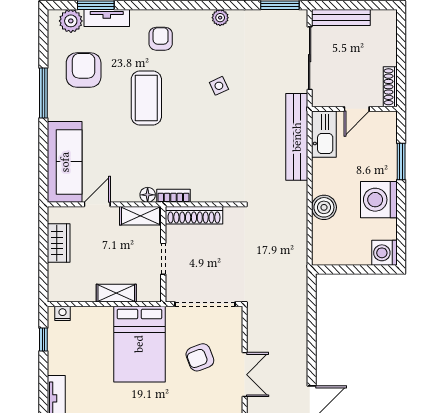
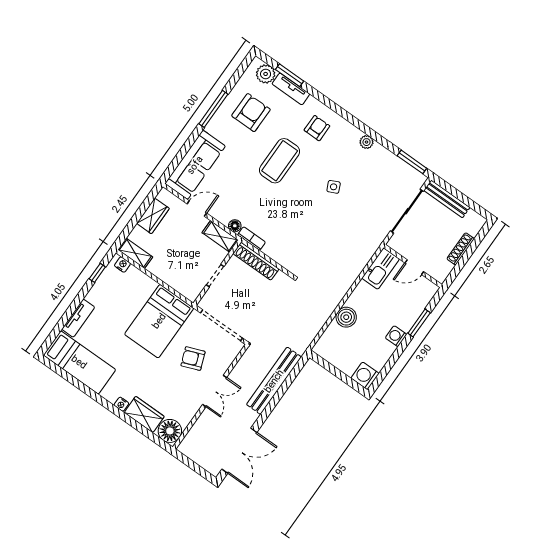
shoe rack: (390, 87) -> (461, 249), moved
bench: (297, 137) -> (274, 381), moved
washing machine: (379, 200) -> (396, 336), width x0.53, depth x0.53
shelving: (116, 293) -> (135, 253), moved

